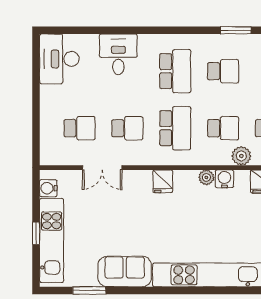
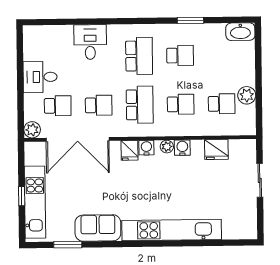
desk: (59, 59) -> (40, 77), moved, width x0.73
plant: (241, 156) -> (32, 130), moved
double door: (102, 168) -> (78, 139), width x1.87
water cooler: (48, 188) -> (146, 148), moved, turned 90

